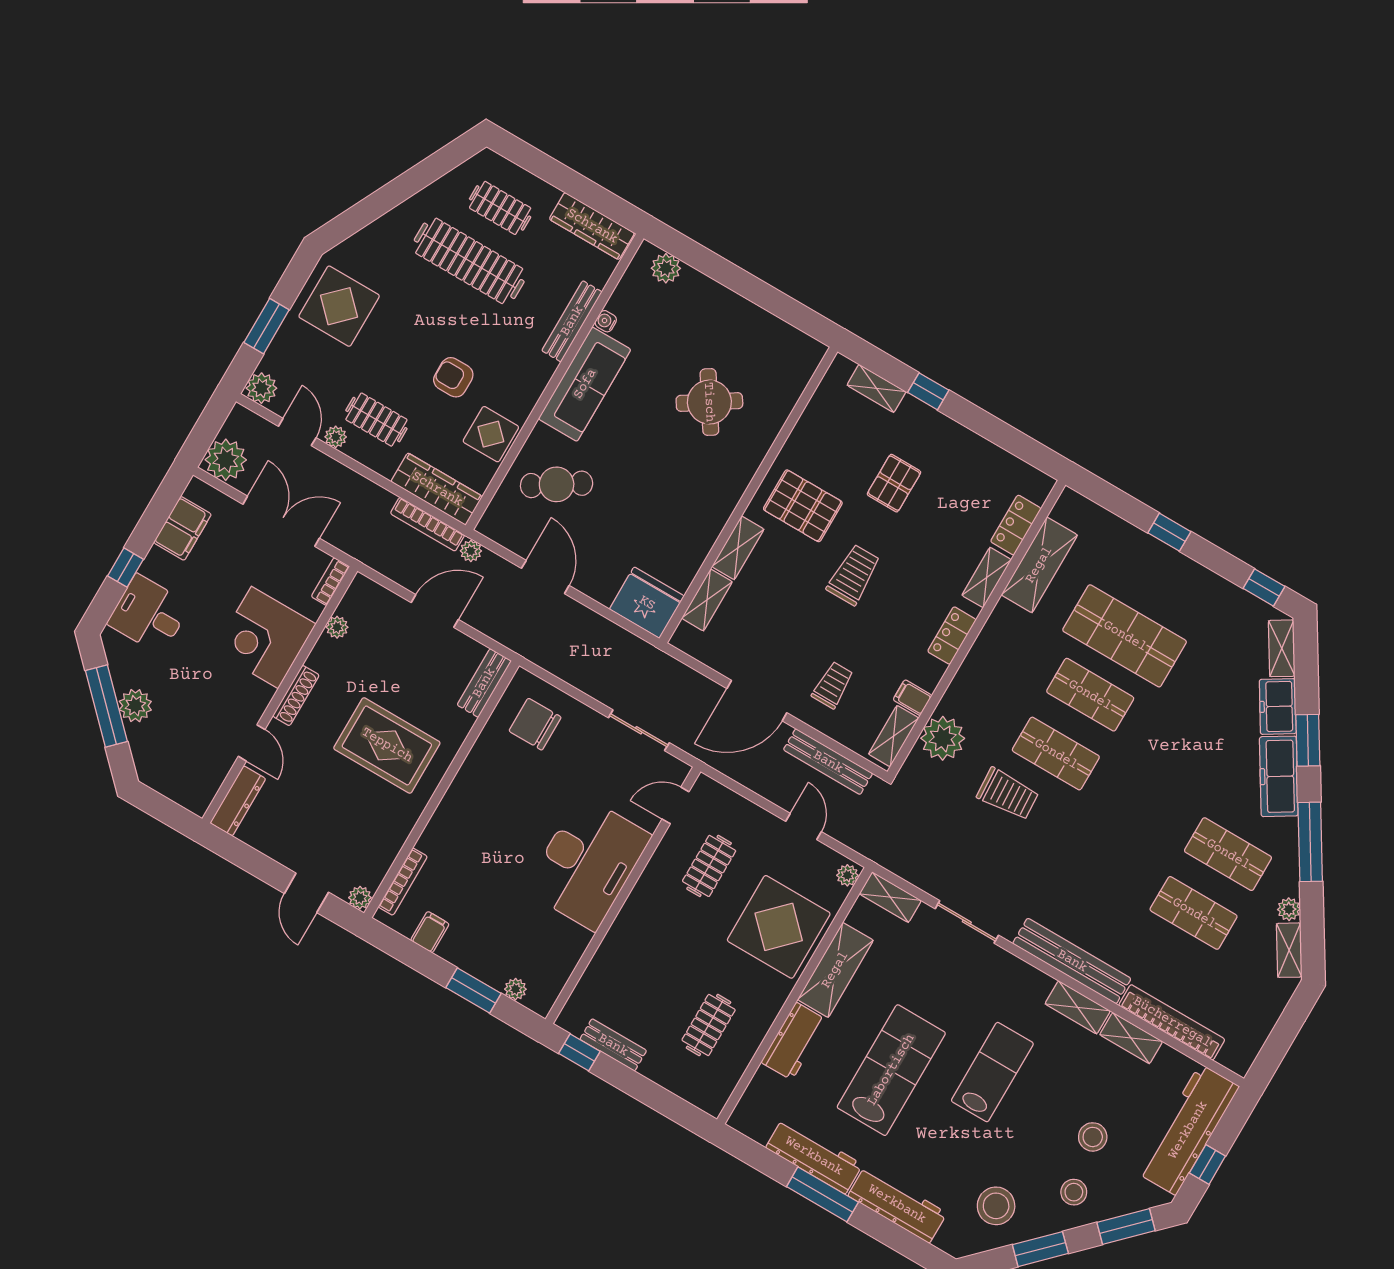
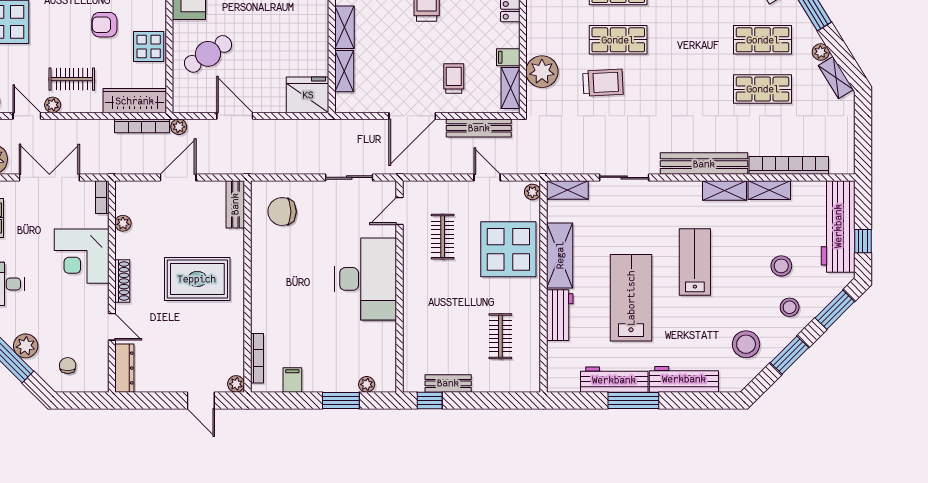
chair: (172, 758) -> (68, 365), added

